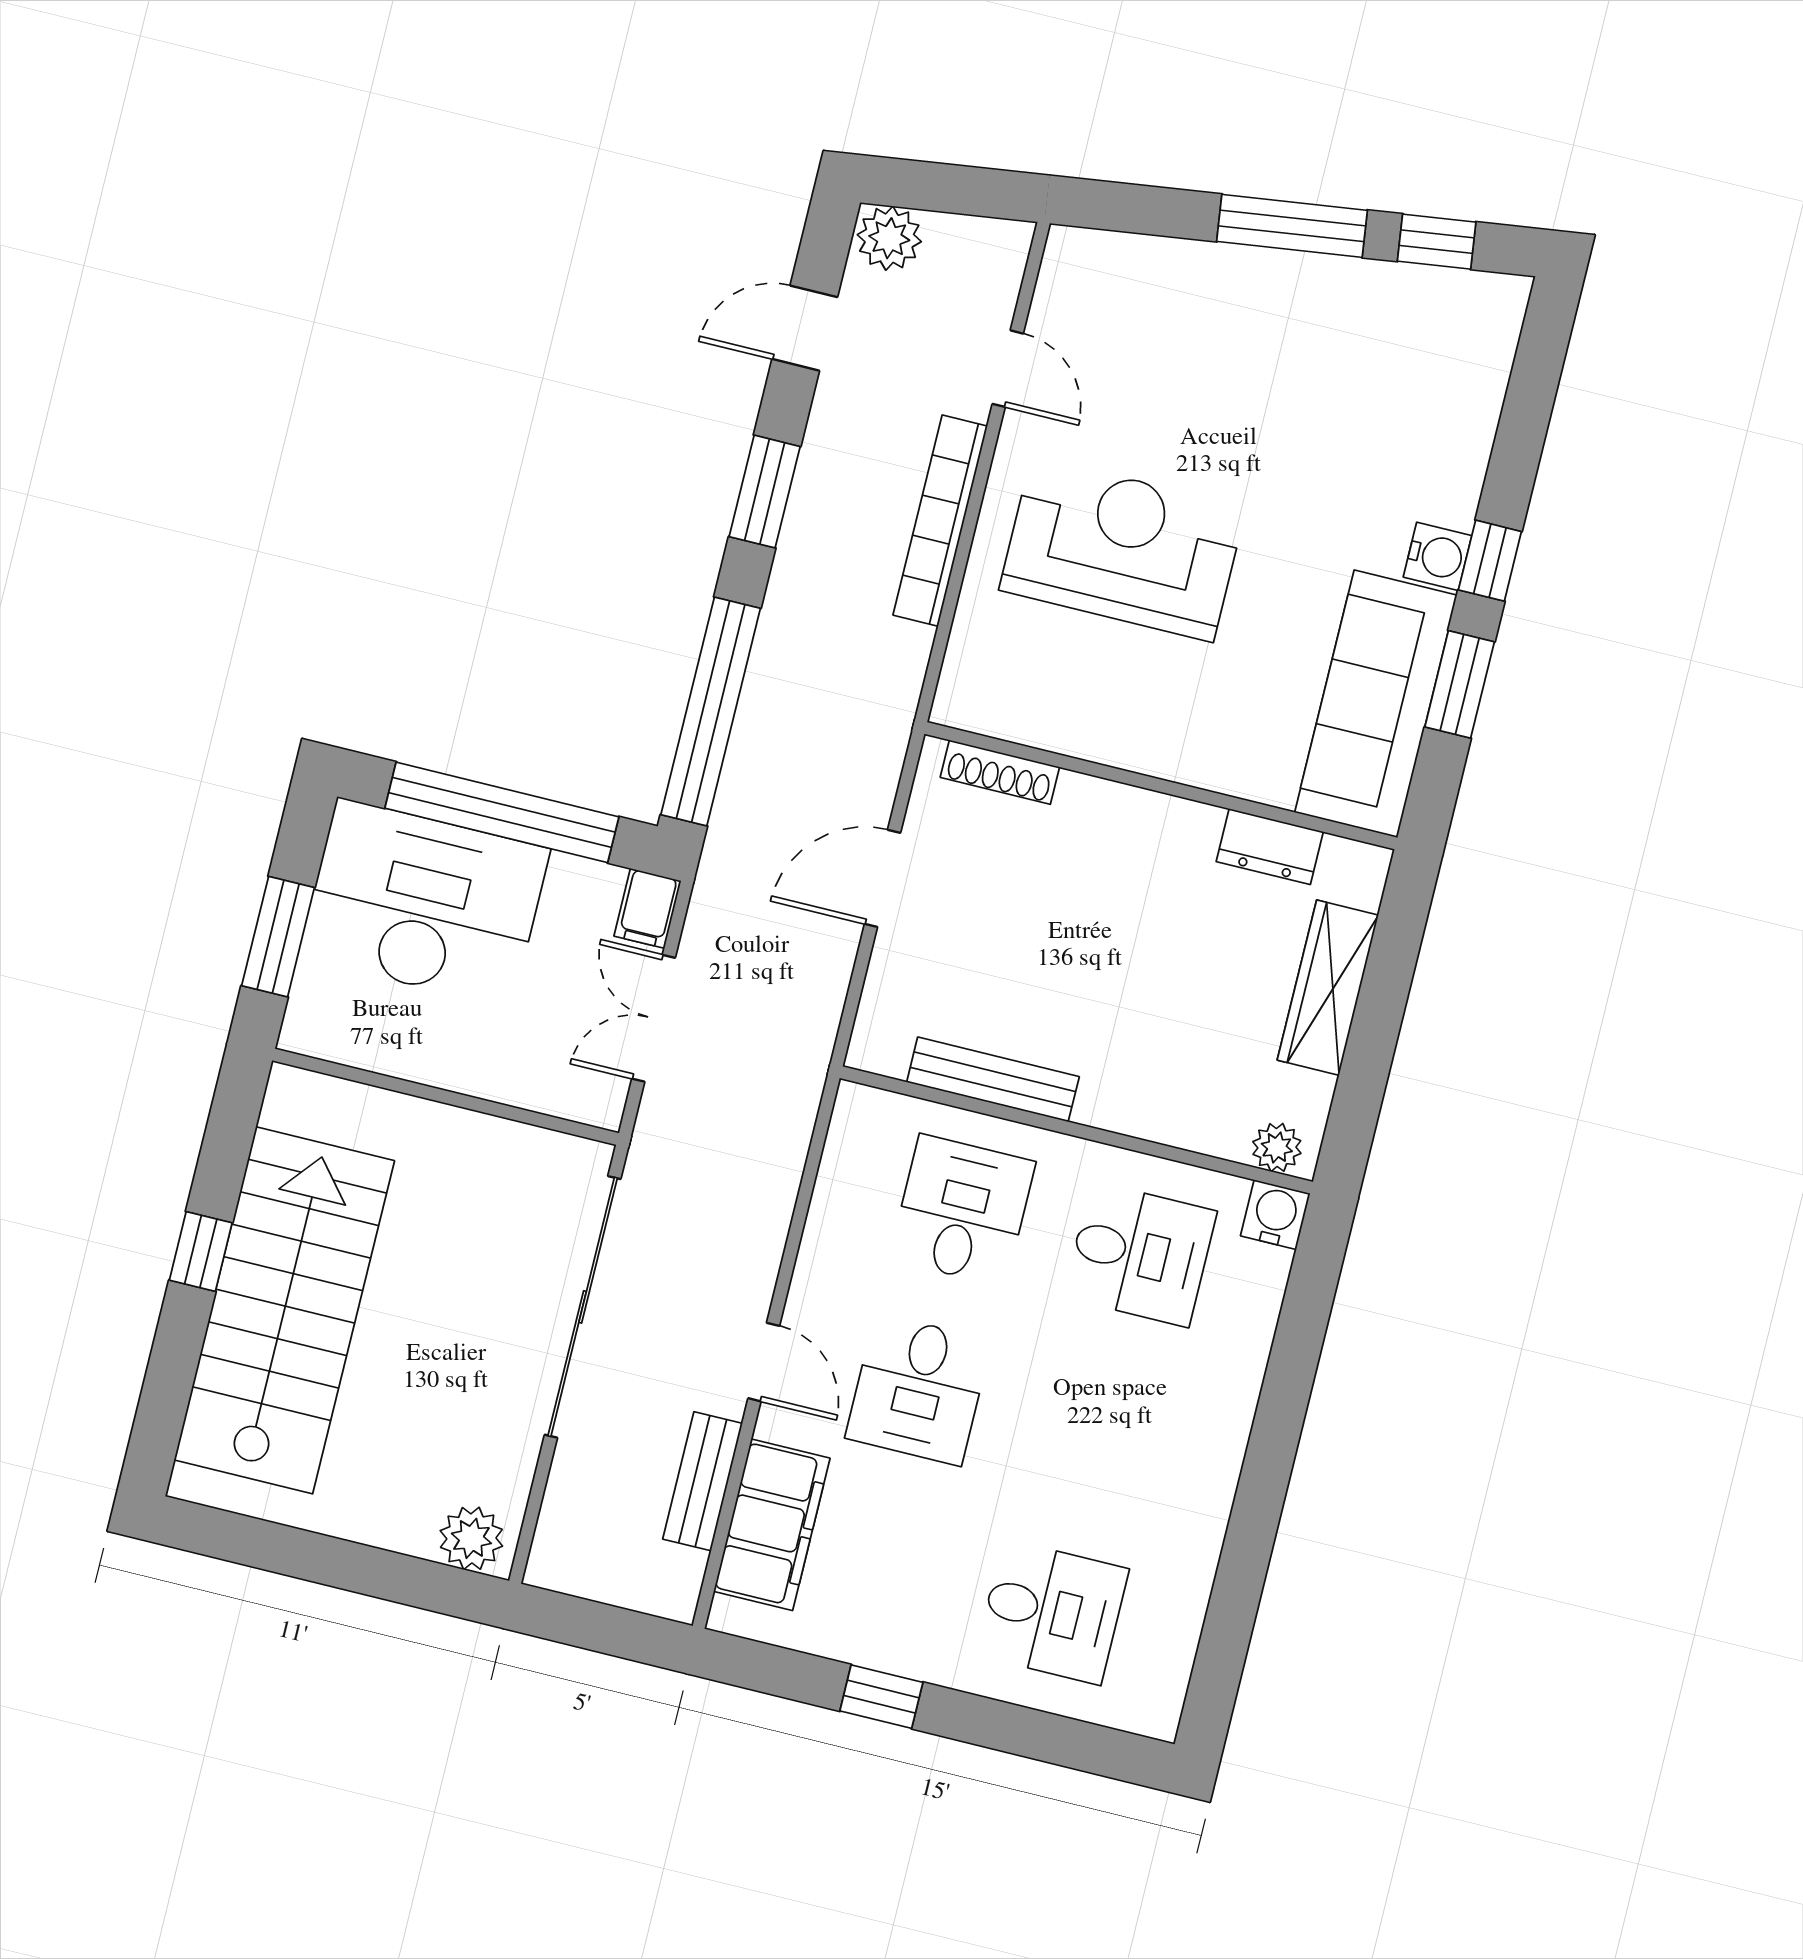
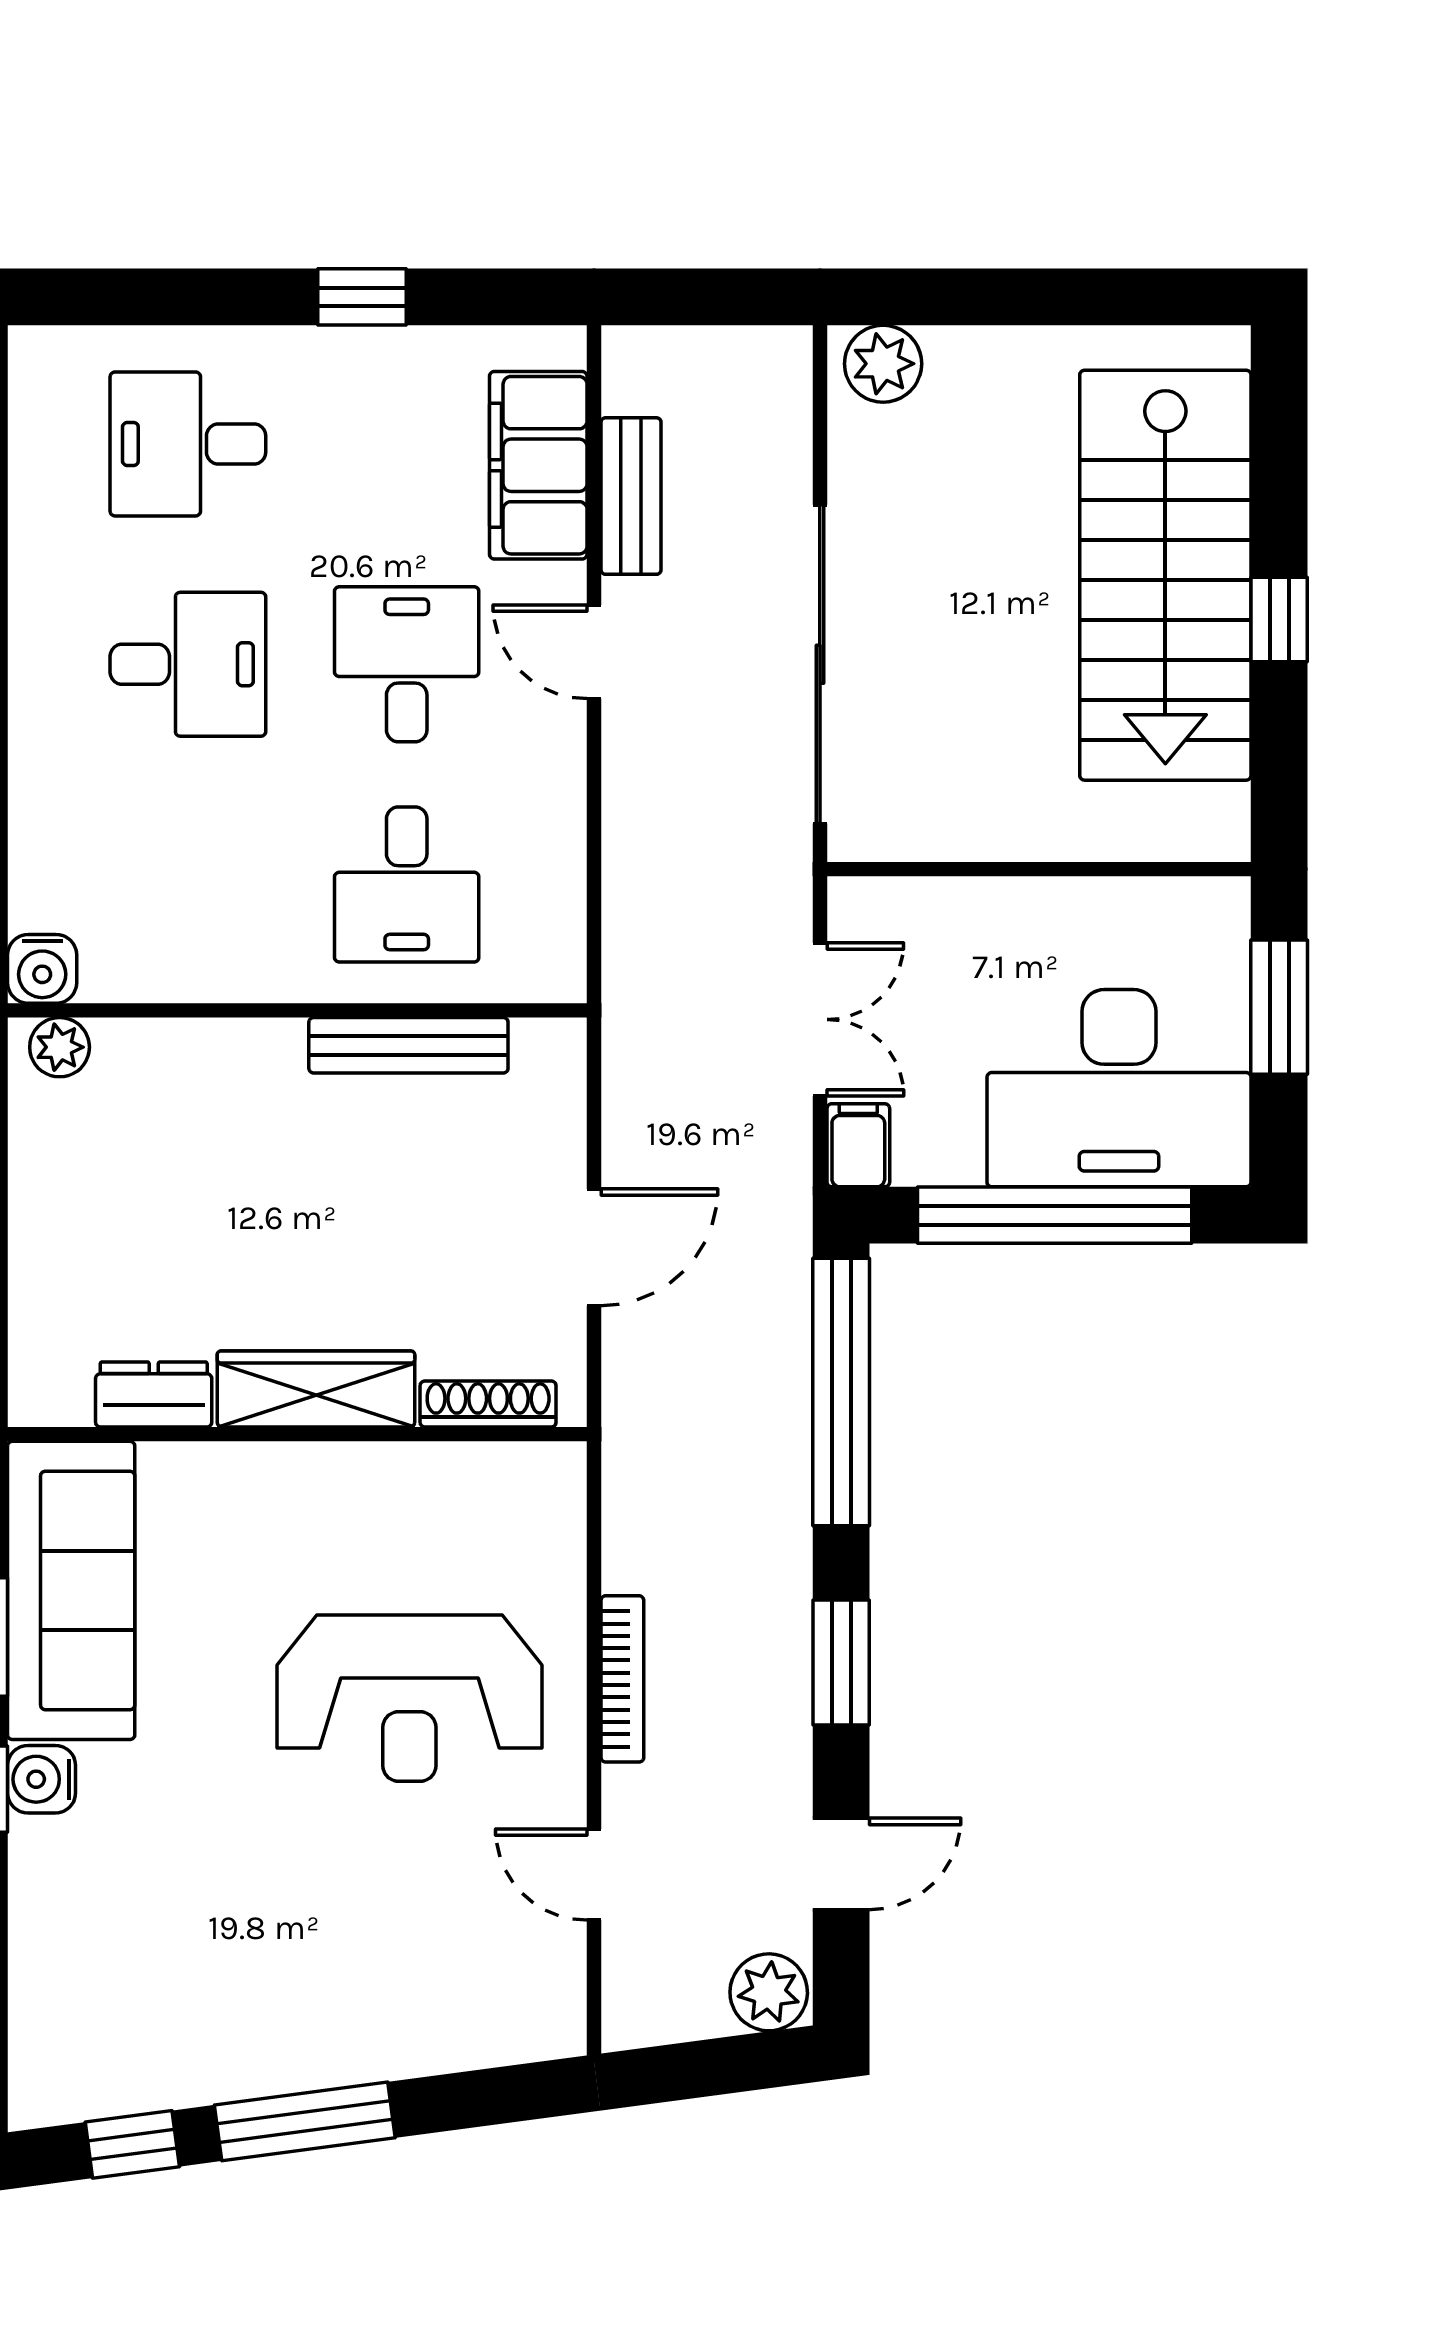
bookcase: (940, 521) -> (622, 1679), width x0.68, depth x0.76
wardrobe: (1328, 988) -> (316, 1389), moved, turned -90
desk: (1140, 1254) -> (188, 664), moved, turned 180

